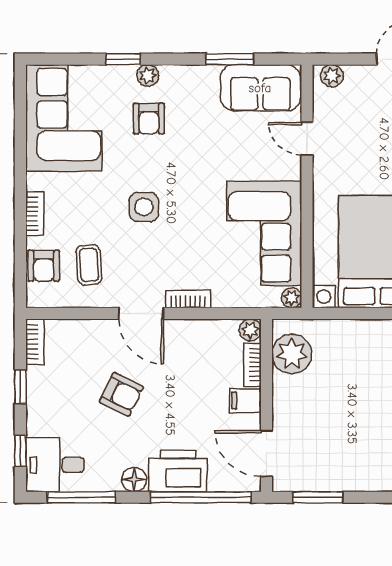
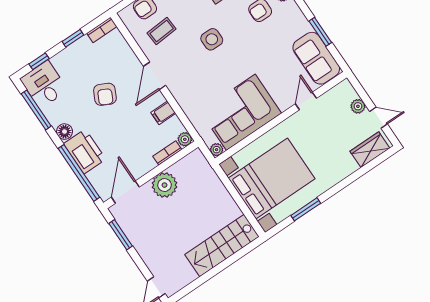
plant: (332, 76) -> (358, 106), moved
bookcase: (188, 299) -> (179, 95), removed
plant: (292, 354) -> (164, 185), moved
filing cabinet: (245, 400) -> (163, 113), moved, turned -90

